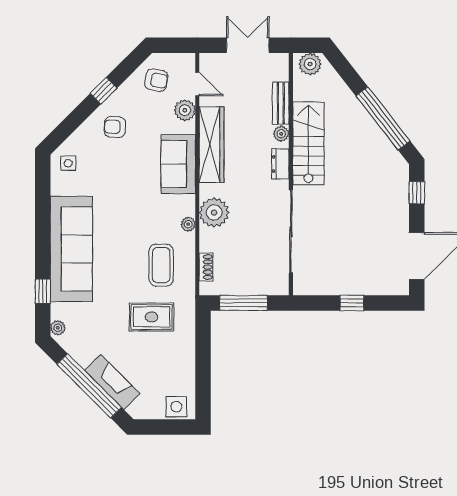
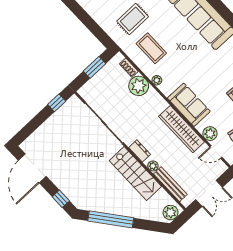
bench: (281, 103) -> (170, 184), width x1.36
plant: (214, 213) -> (139, 86), moved
window: (244, 303) -> (94, 67), width x0.69
window: (352, 303) -> (57, 103), moved

